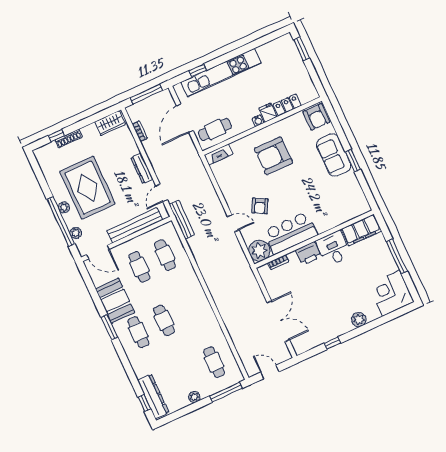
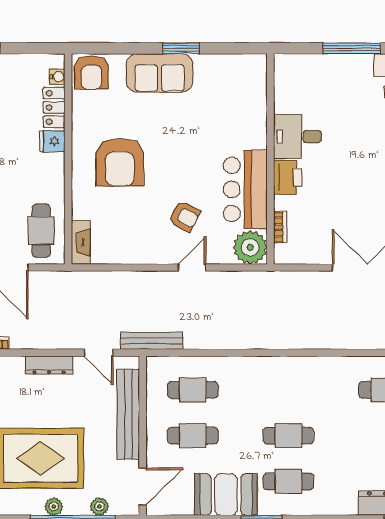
armchair: (316, 117) -> (91, 72), turned 90
water cooler: (258, 121) -> (57, 77), moved
filing cabinet: (361, 230) -> (289, 83), removed

